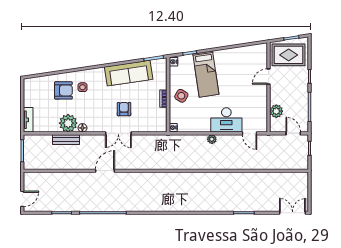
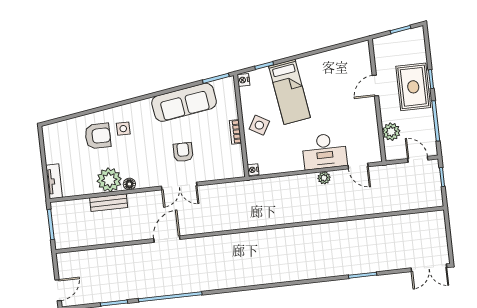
rug: (289, 55) -> (413, 87), moved, turned 90
plant: (212, 139) -> (324, 178), moved
double door: (293, 213) -> (429, 268), swing flipped

